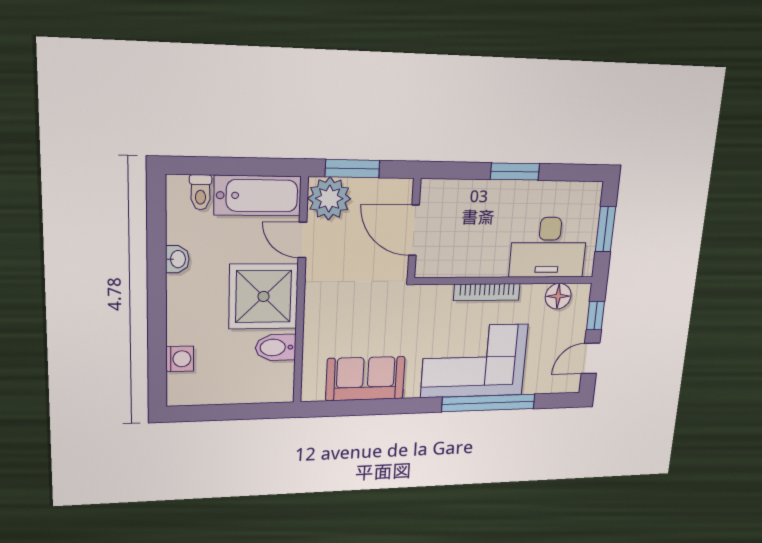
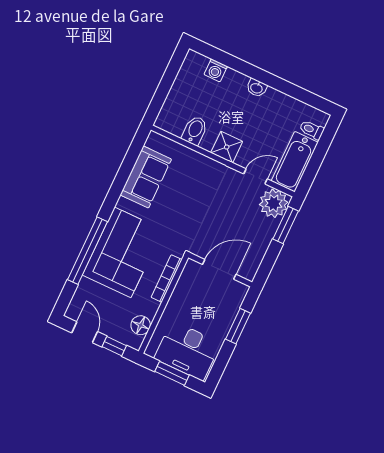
wall: (414, 229) -> (220, 270), moved
door: (414, 230) -> (219, 269), moved
desk: (549, 247) -> (188, 351), moved, turned -90
washbasin: (177, 259) -> (257, 88), moved
shower: (263, 296) -> (227, 147), width x0.54, depth x0.54

